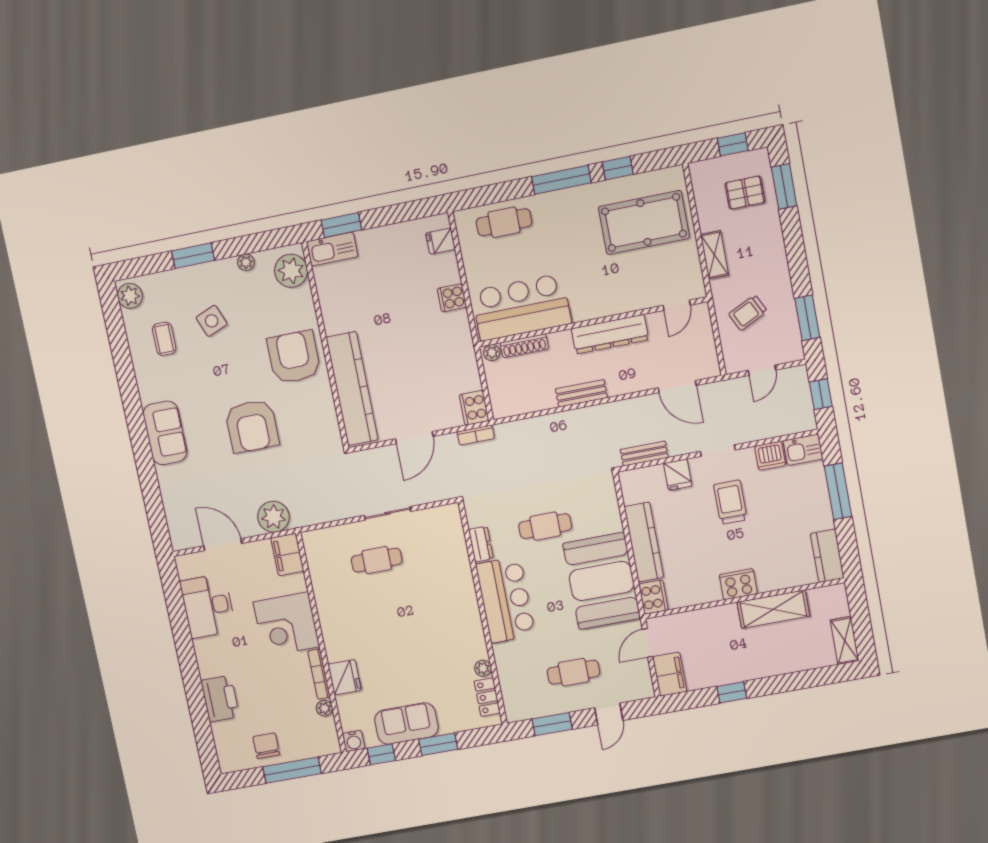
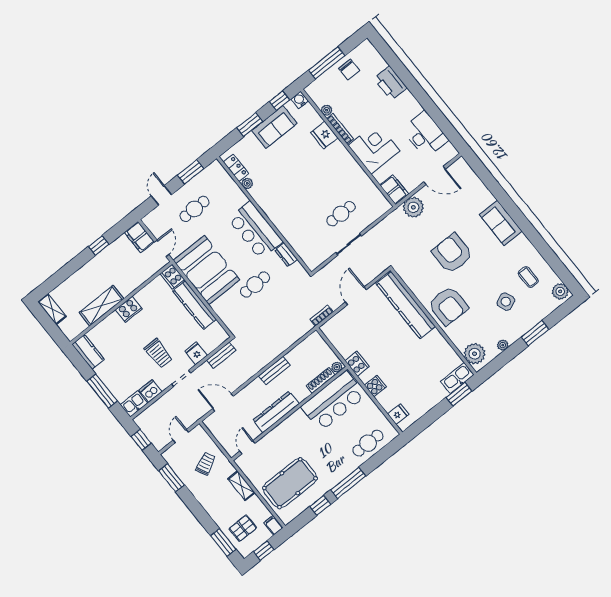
filing cabinet: (699, 174) -> (273, 525), added
cooker: (474, 408) -> (357, 364), moved

